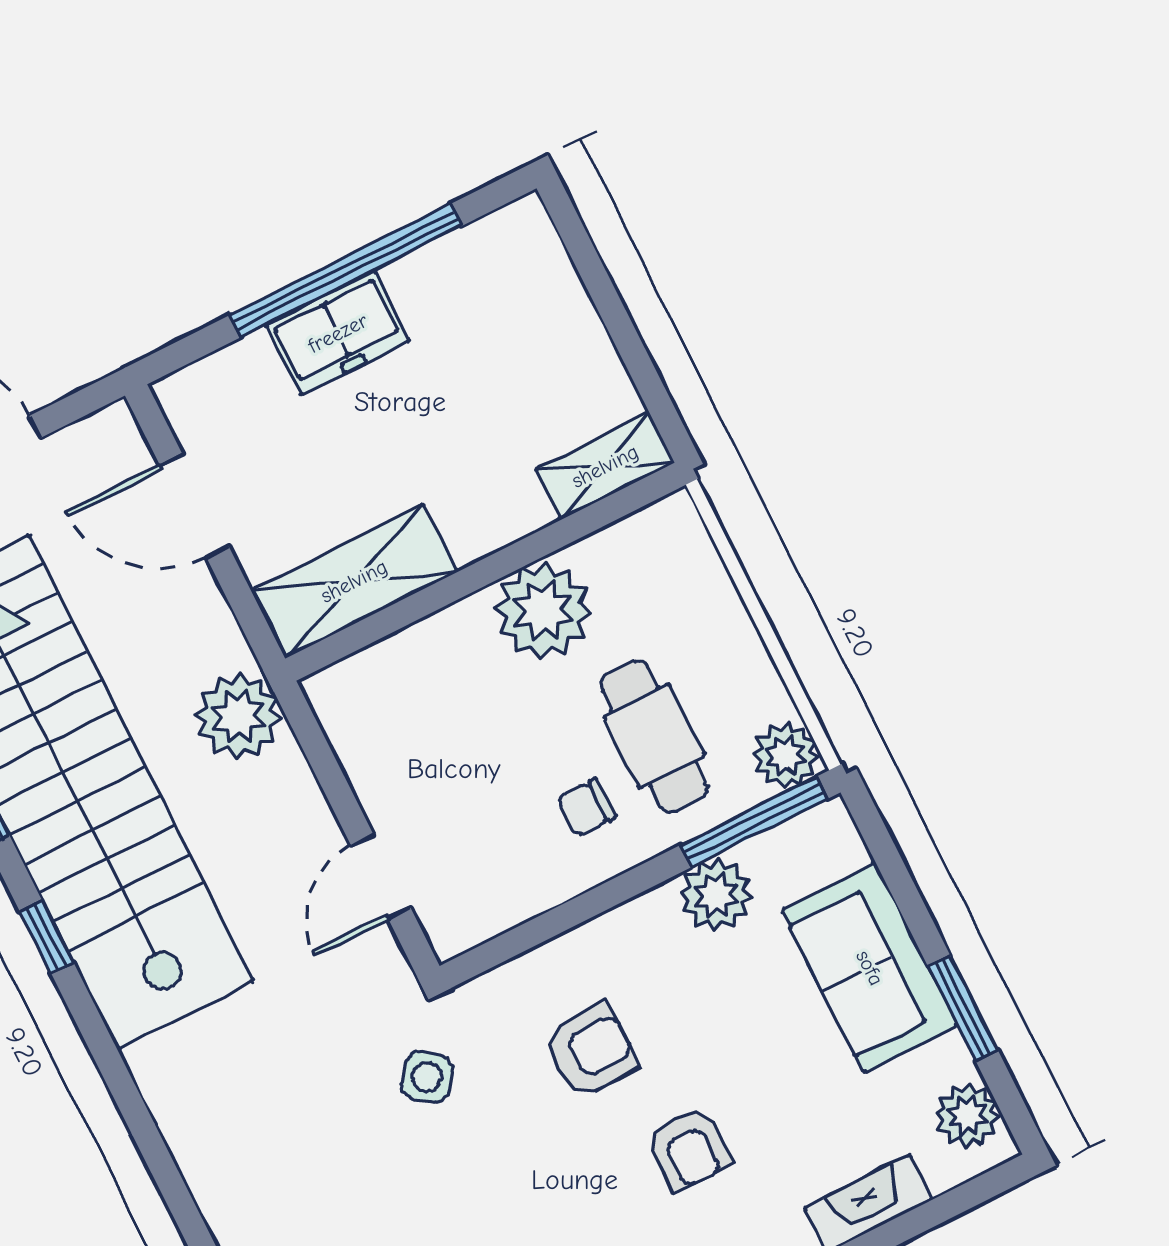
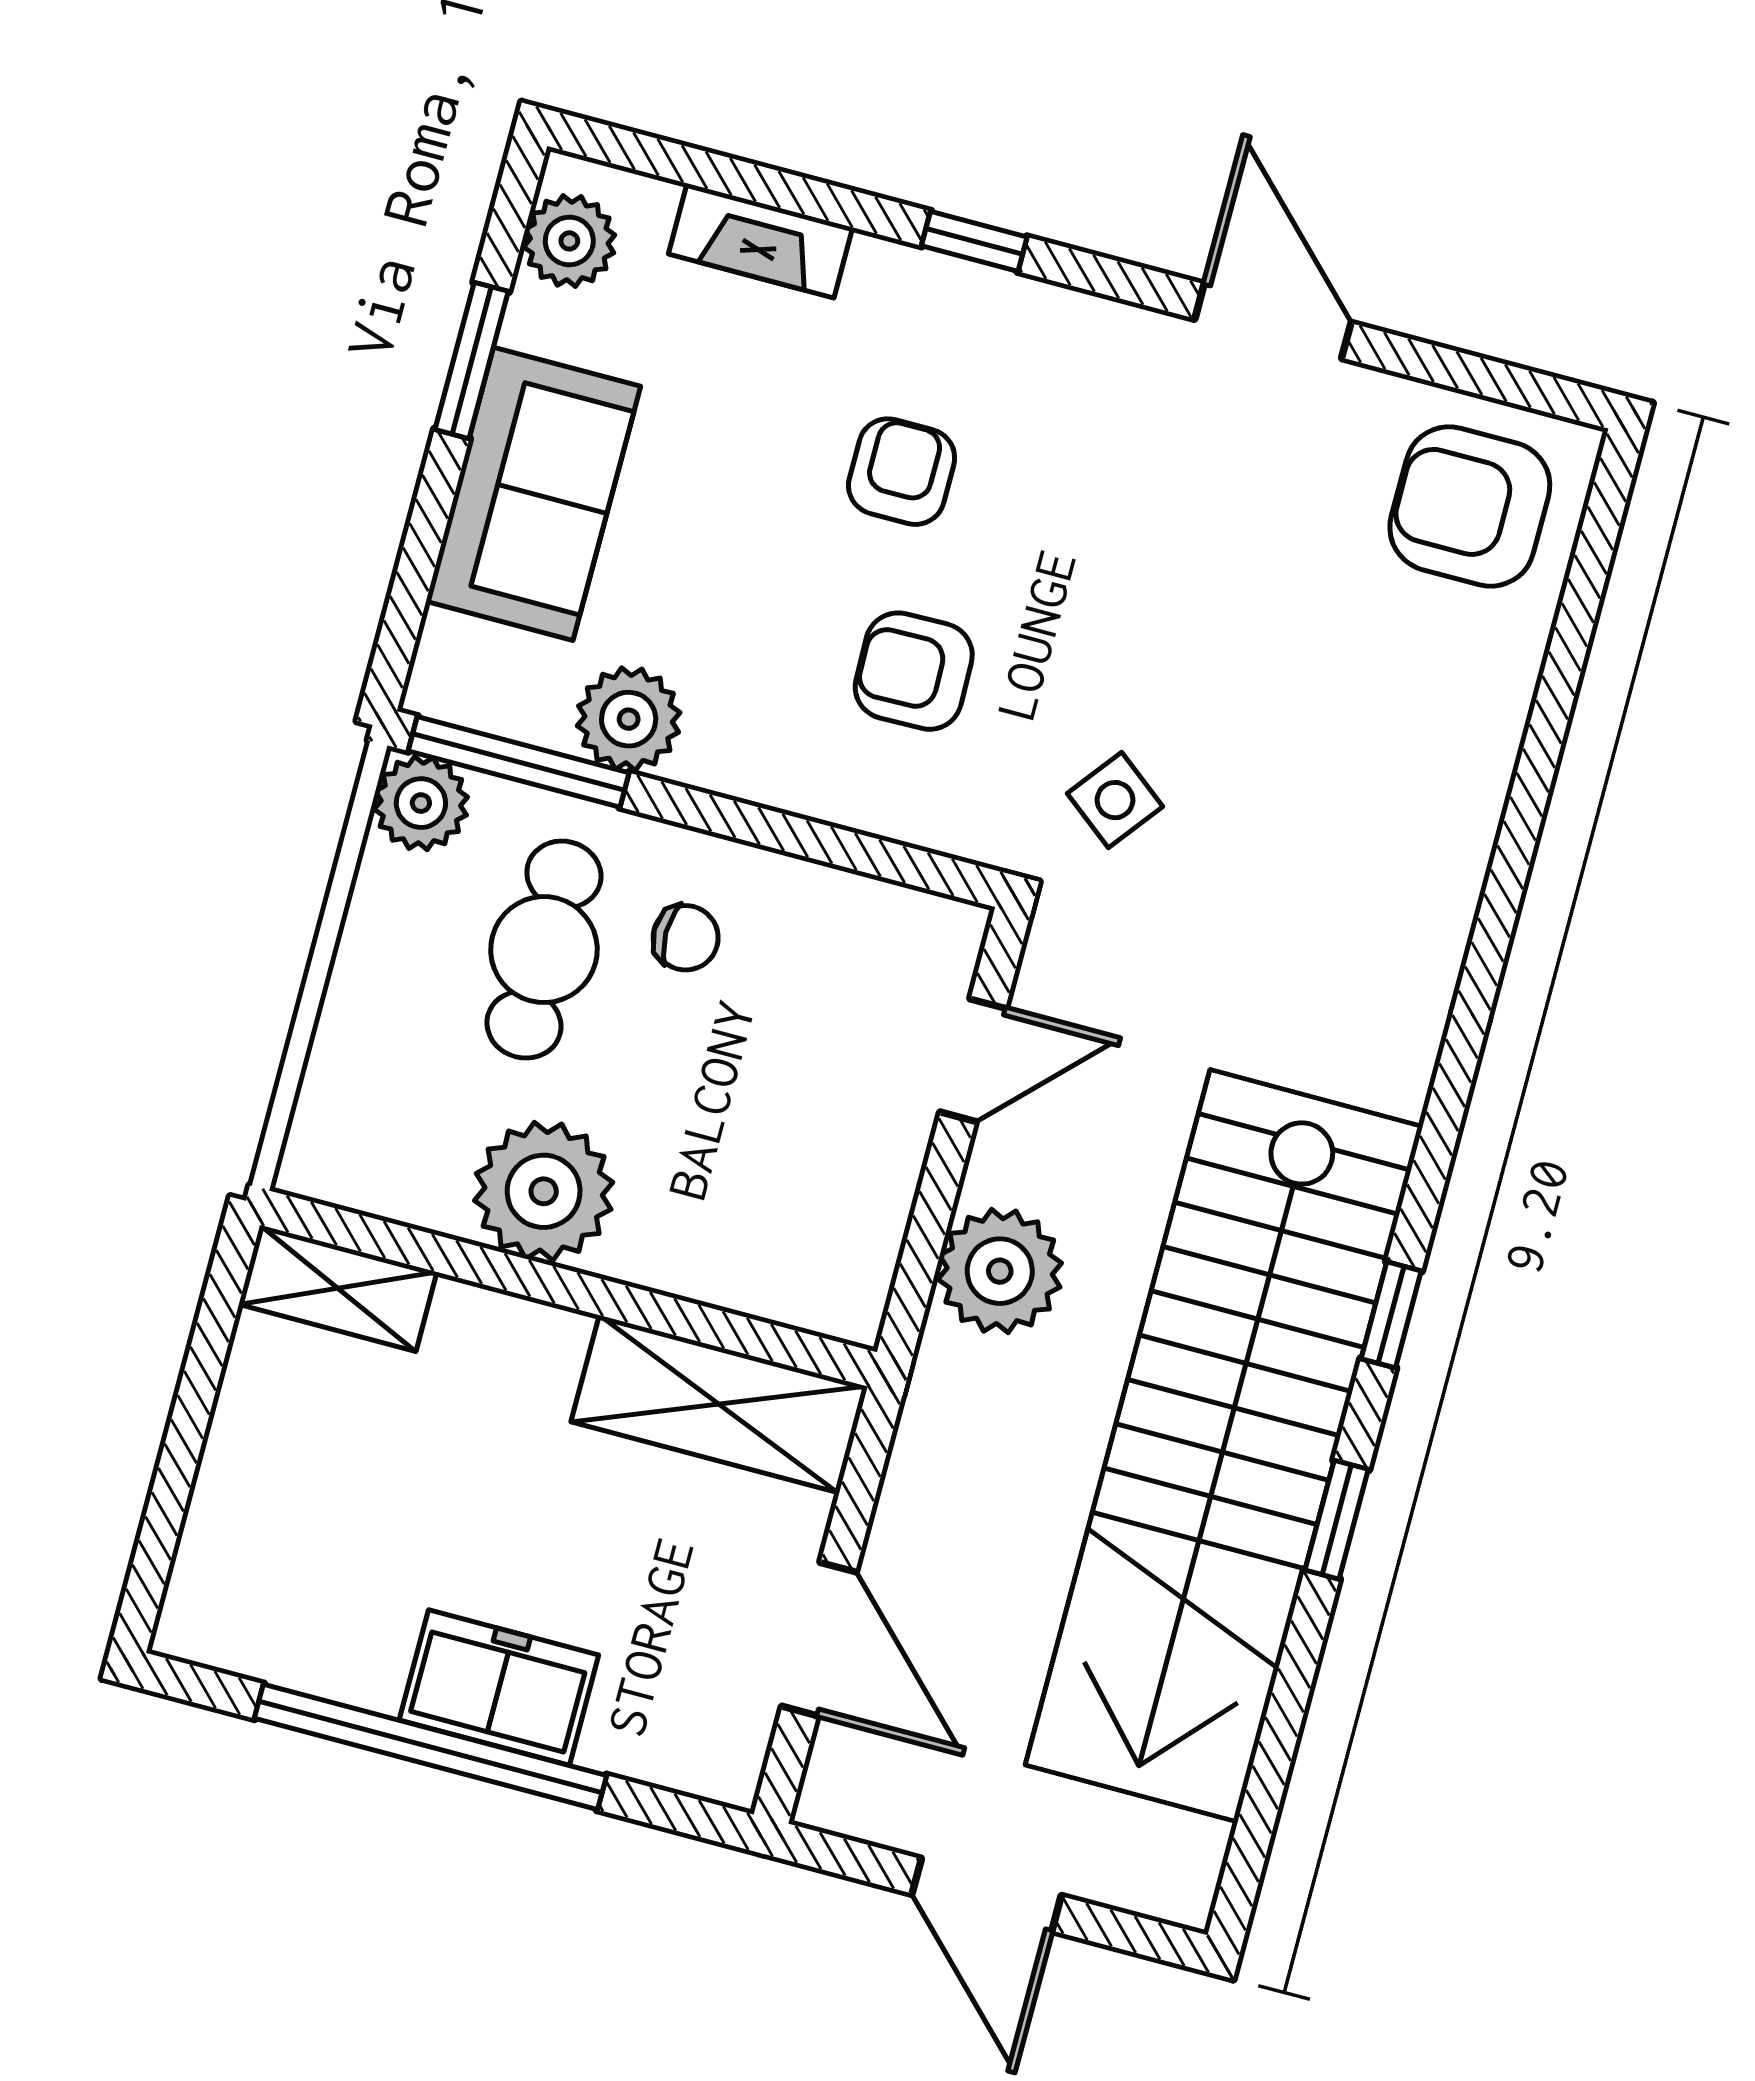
plant: (238, 716) -> (1000, 1271), moved

